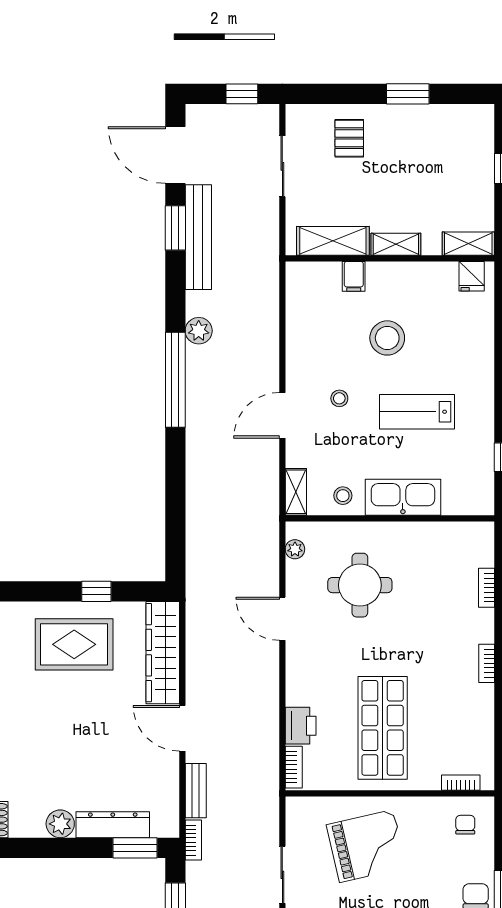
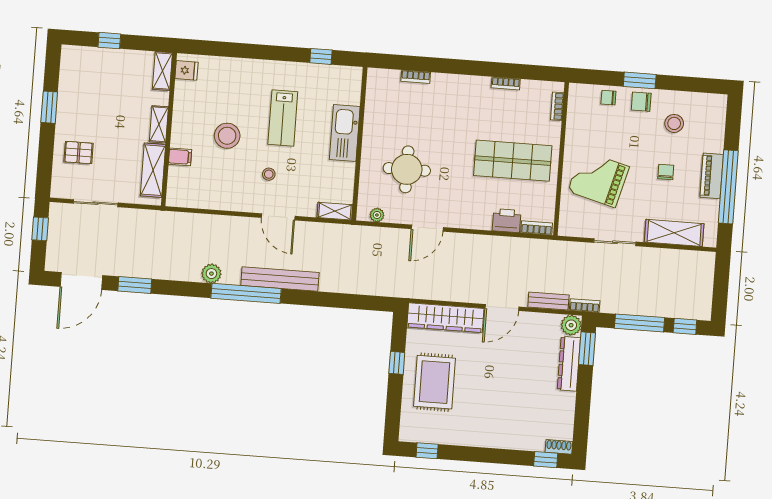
bench: (198, 237) -> (280, 279), moved
stool: (343, 496) -> (340, 177), removed
bookcase: (487, 663) -> (506, 83), moved
plant: (60, 824) -> (571, 325), moved
chair: (465, 825) -> (608, 98), moved
grand piano: (366, 846) -> (598, 179), turned -62

